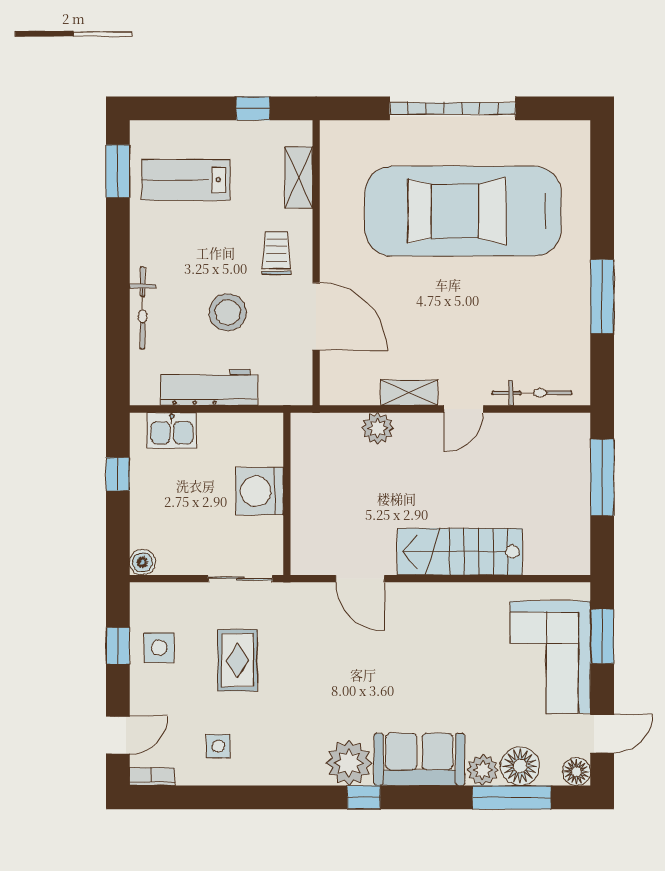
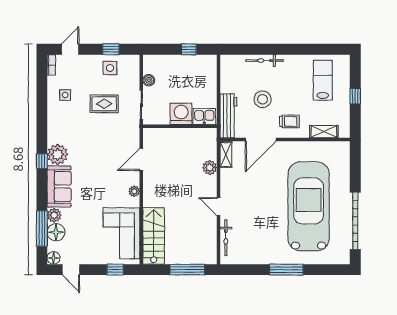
window: (253, 108) -> (355, 96), moved
garage door: (453, 108) -> (355, 221), moved
window: (118, 171) -> (327, 49), removed
window: (602, 296) -> (286, 270), moved
workbench: (209, 387) -> (228, 116), moved
shelving: (409, 393) -> (226, 155), moved
kitchen sink: (172, 430) -> (204, 116), moved, turned 90
stairs: (460, 552) -> (154, 236), moved
boiler: (142, 562) -> (149, 80), moved
plant: (430, 594) -> (134, 191), added
window: (602, 636) -> (115, 270), width x0.67
corner sofa: (550, 657) -> (121, 233), moved, turned -90
door: (118, 735) -> (70, 49), swing flipped

